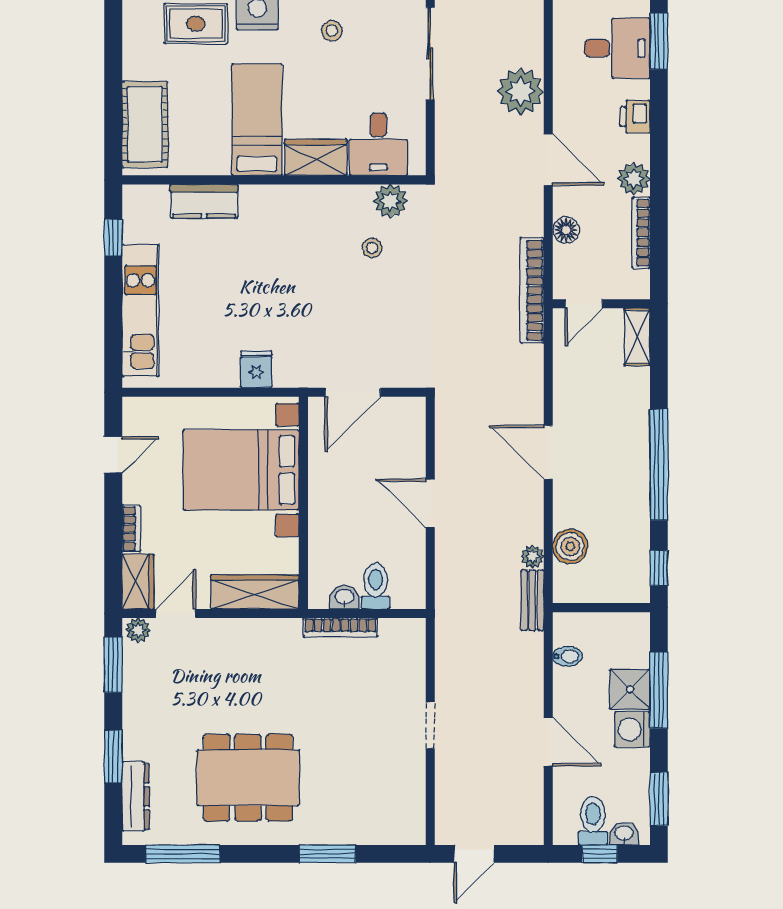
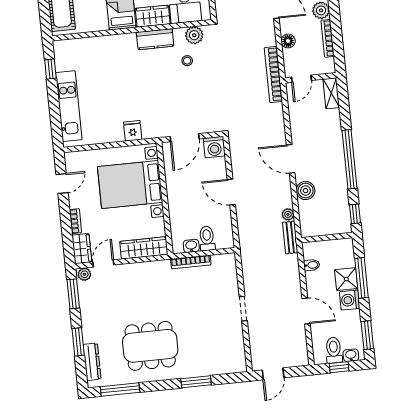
kitchen counter: (204, 201) -> (155, 39), moved
washing machine: (407, 416) -> (214, 147), added
boiler: (570, 546) -> (306, 190), moved

